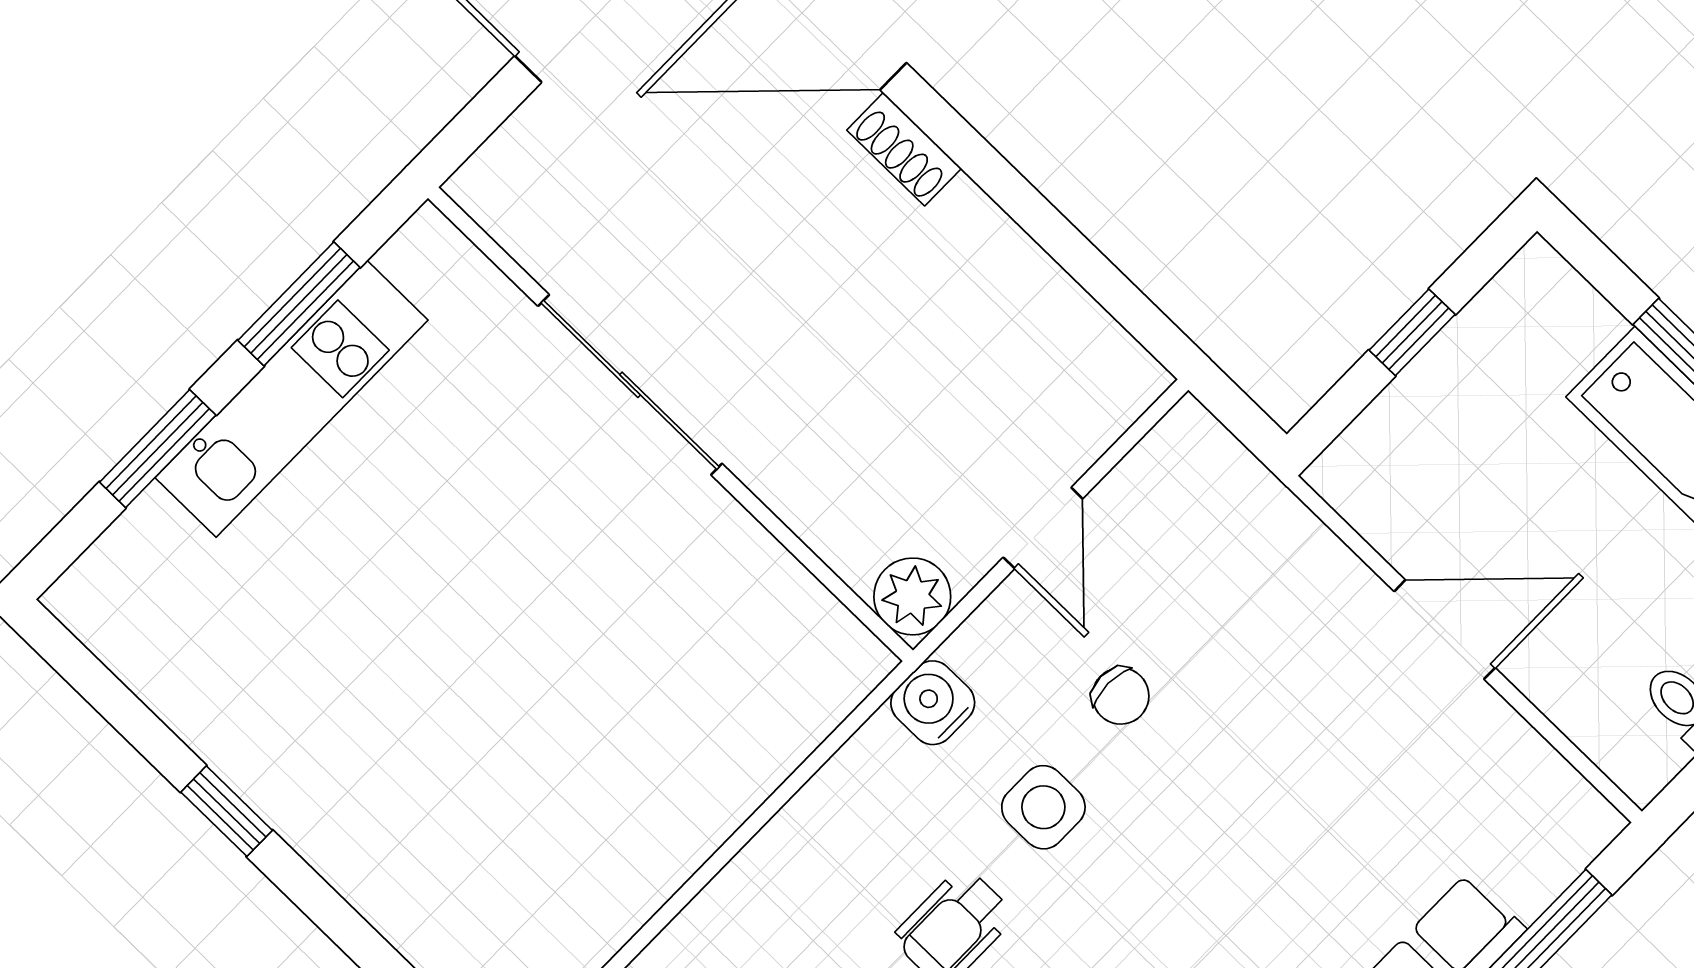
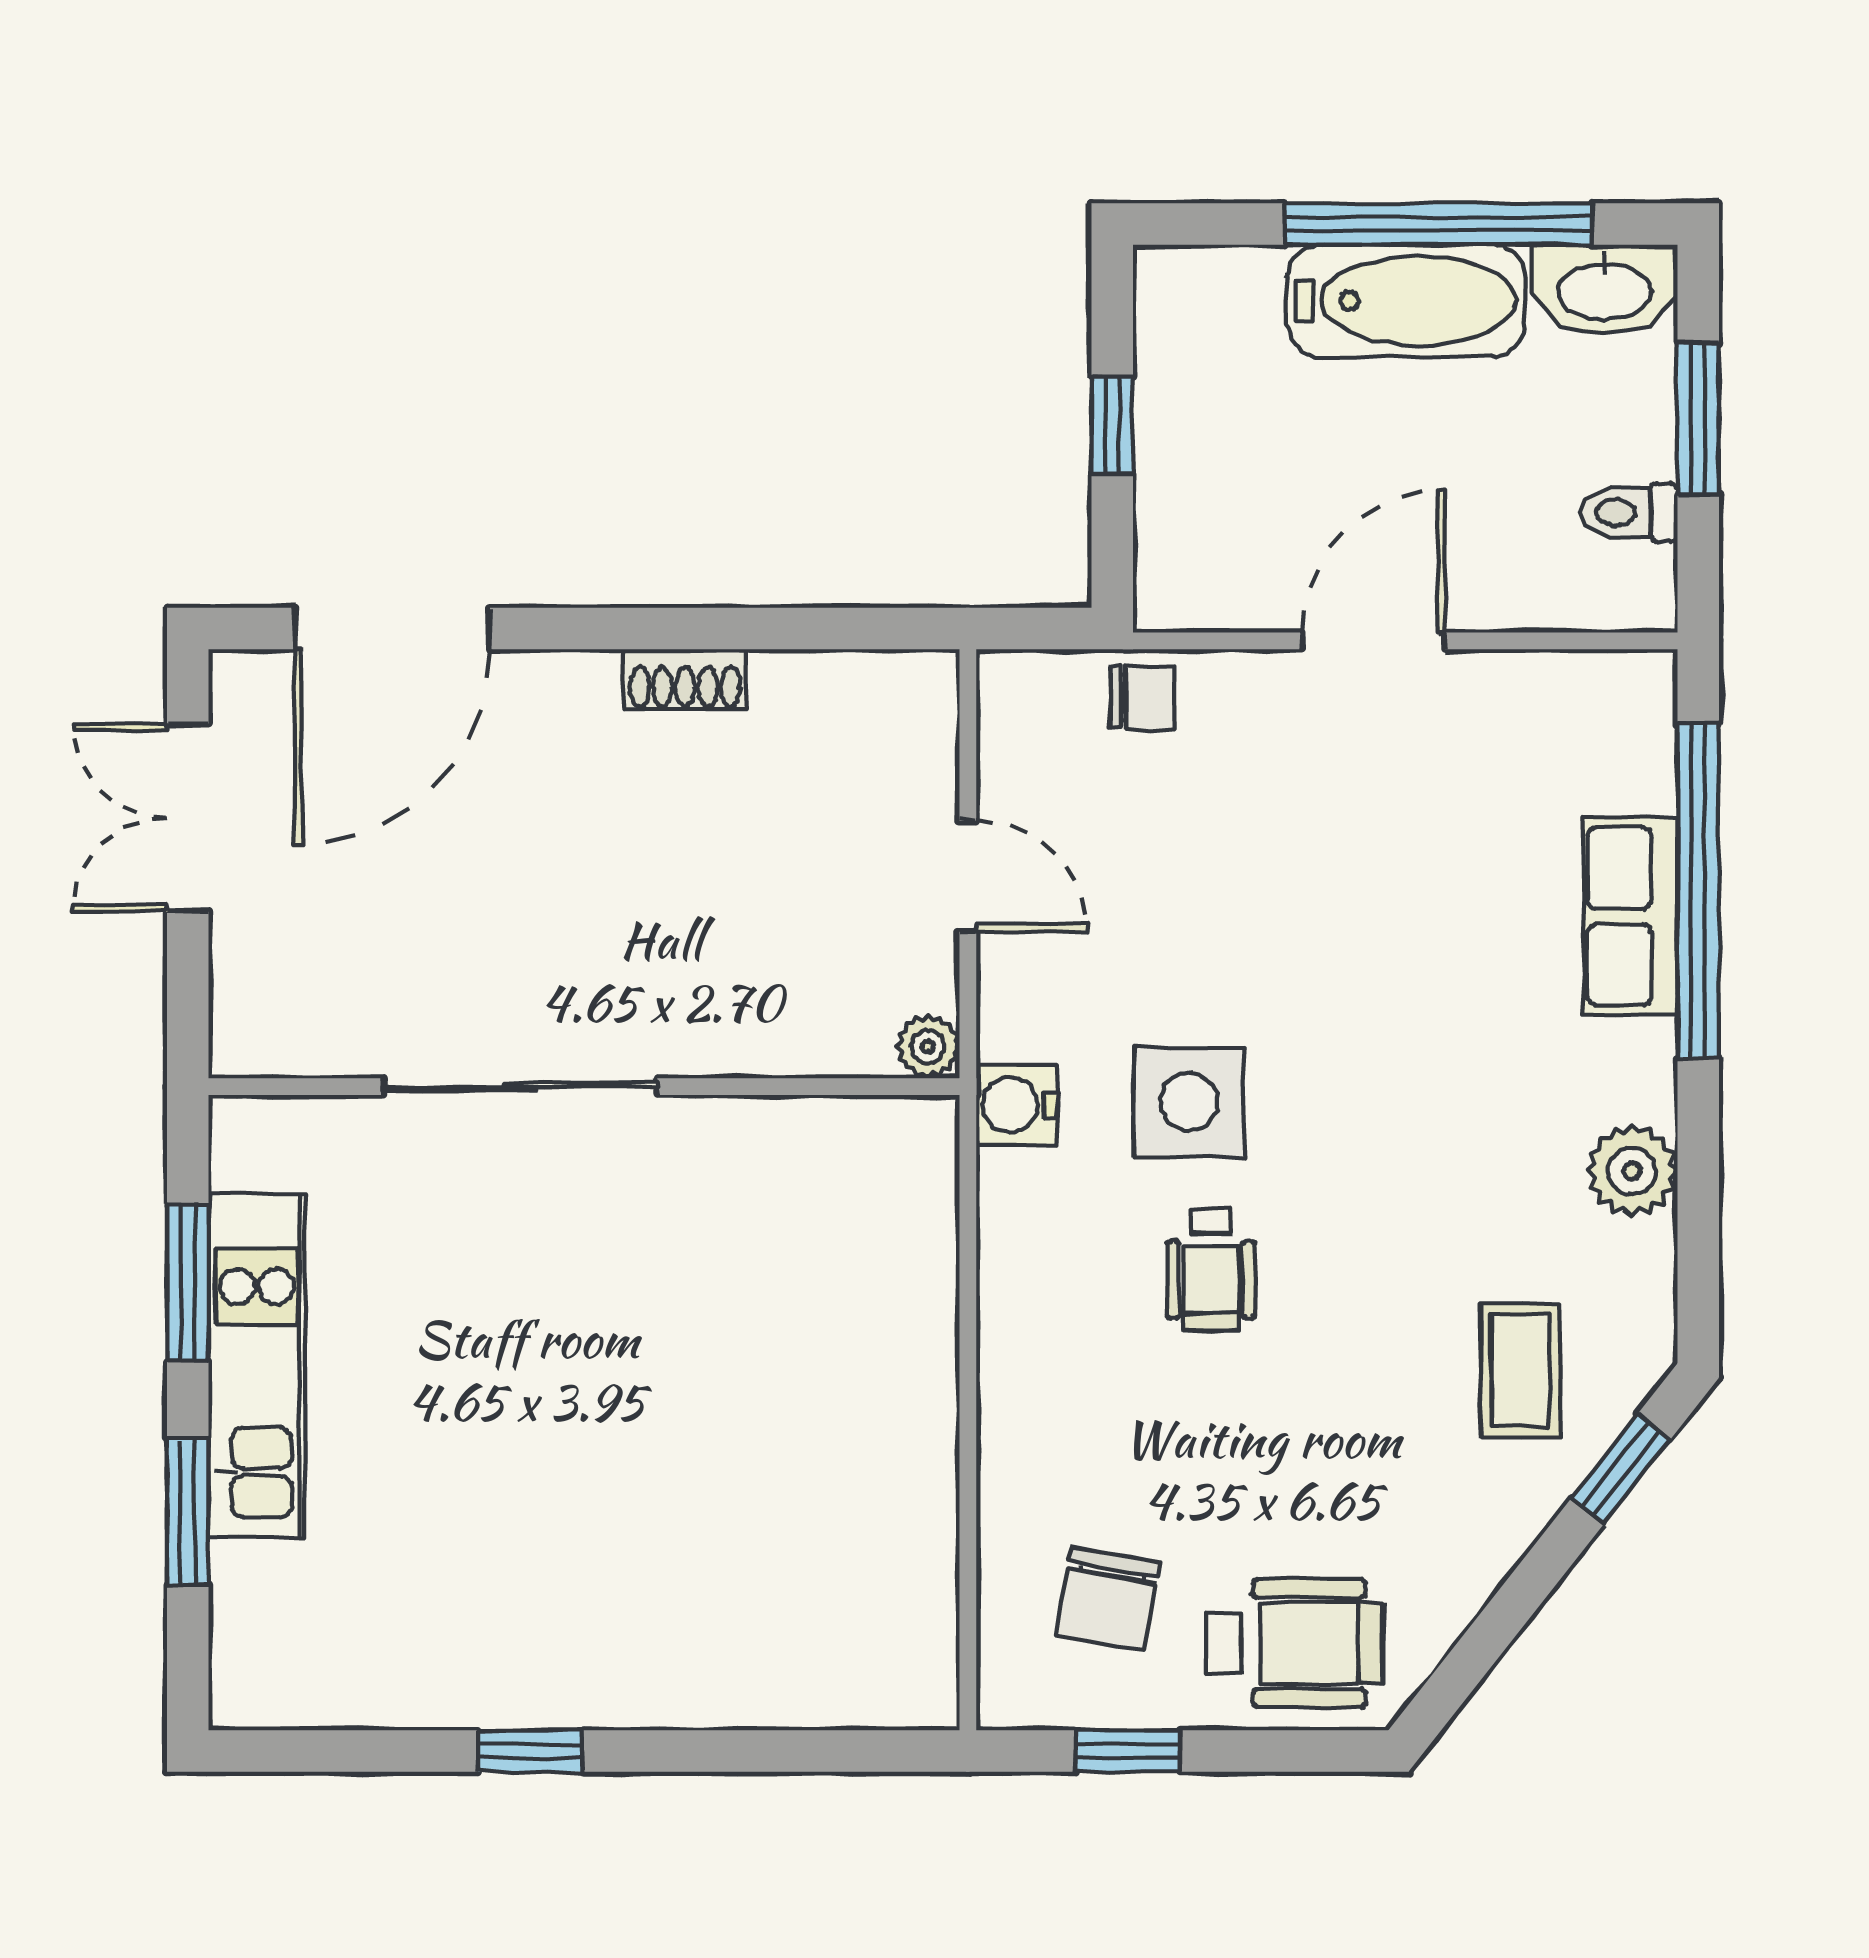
shoe rack: (904, 149) -> (685, 679), moved
plant: (912, 596) -> (928, 1047), width x0.73, depth x0.73
chair: (1121, 696) -> (1143, 697), moved
side table: (1043, 807) -> (1189, 1102), width x1.37, depth x1.37

